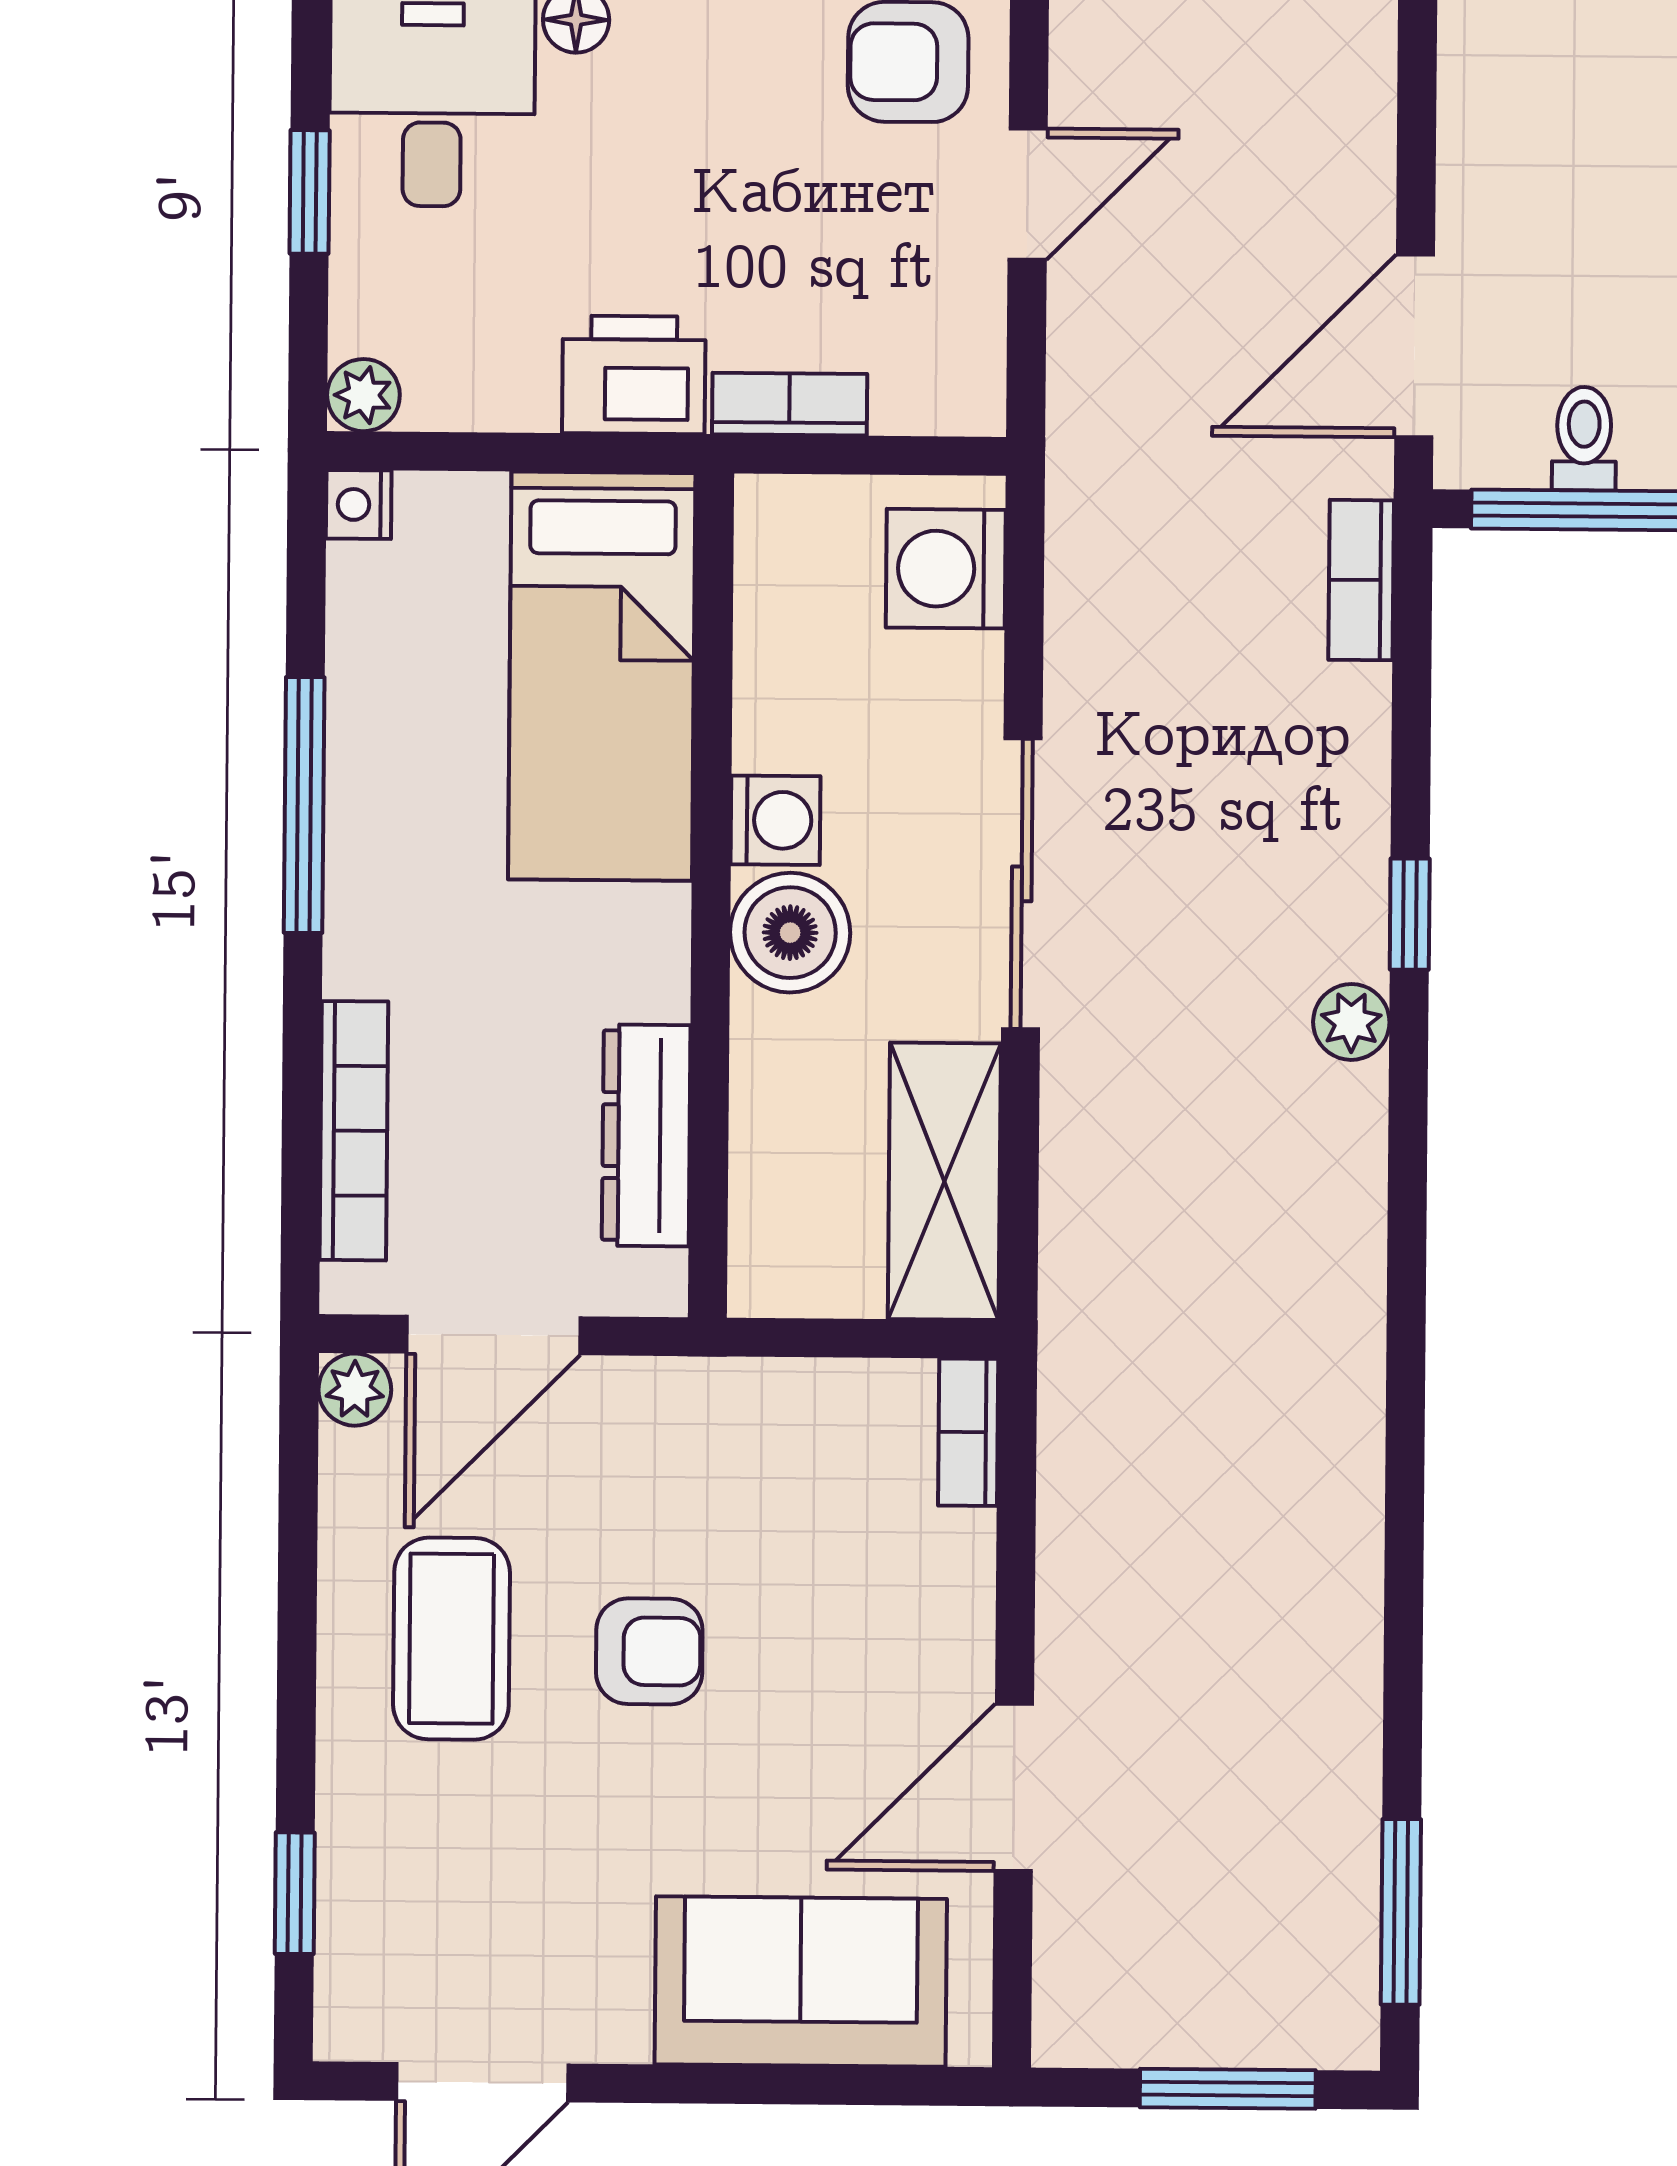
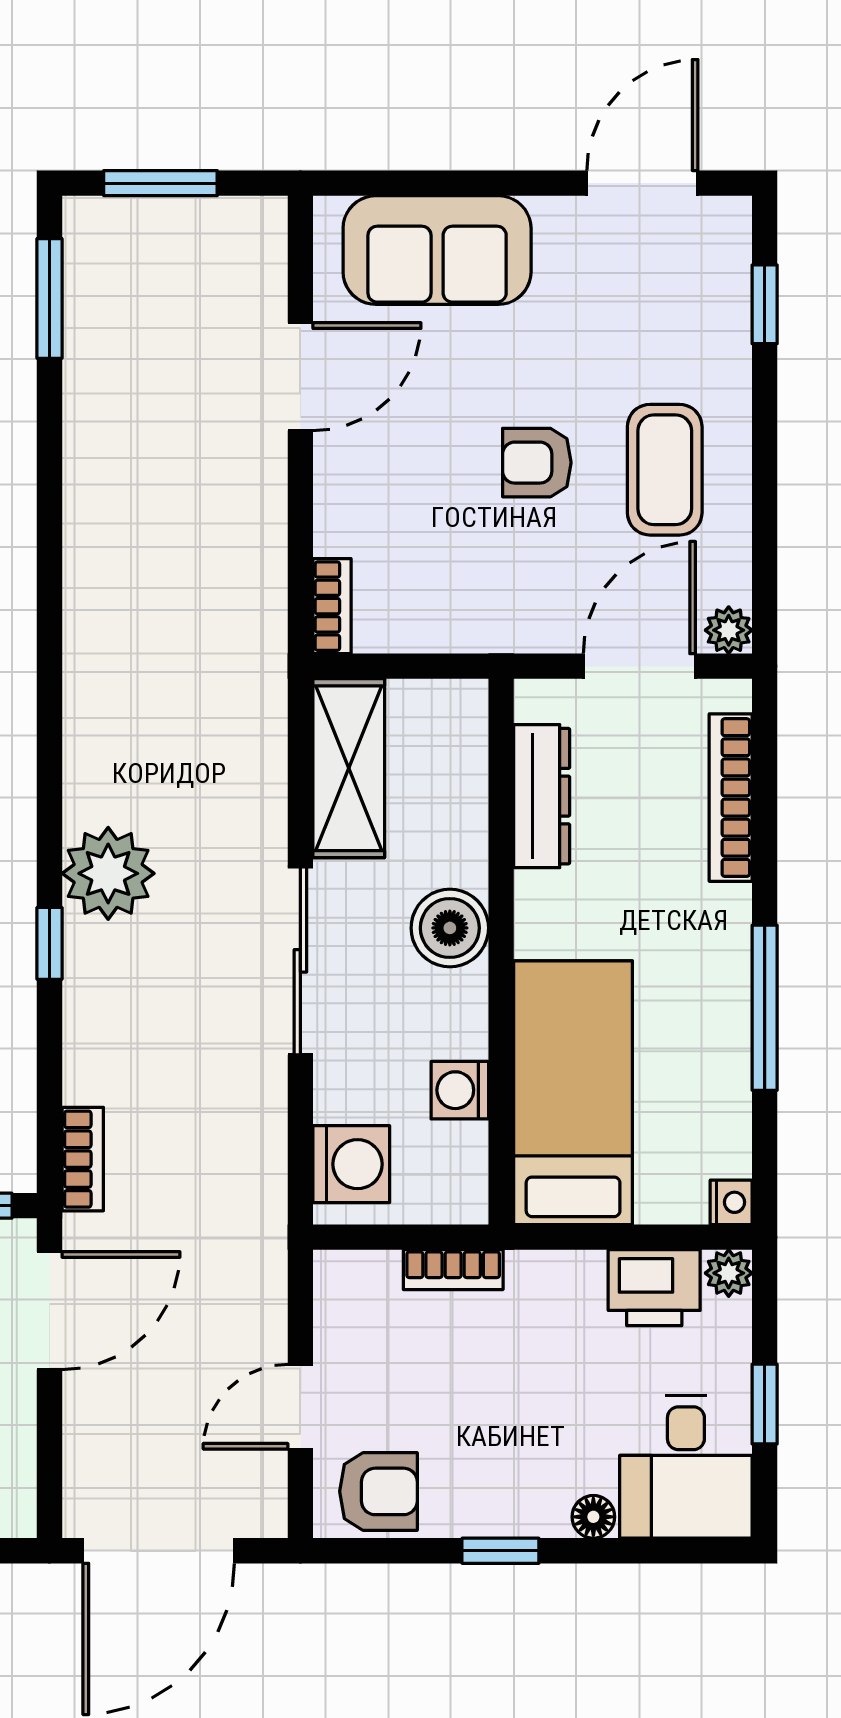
printer: (634, 375) -> (654, 1288), moved
washing machine: (776, 820) -> (460, 1090), moved
plant: (1351, 1022) -> (108, 873), width x1.88, depth x1.88

